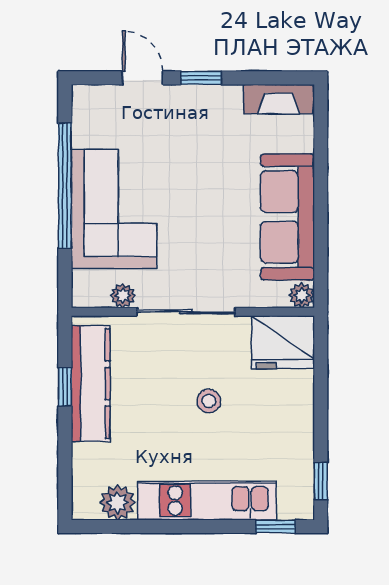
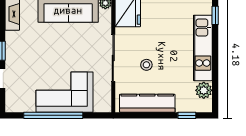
plant: (123, 296) -> (106, 88), removed
window: (65, 387) -> (187, 115), moved
stool: (209, 401) -> (146, 65), moved

